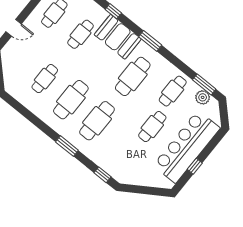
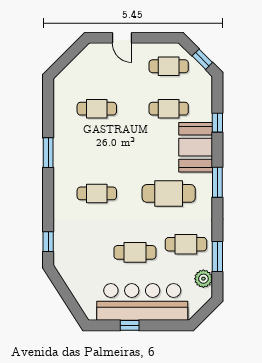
window: (204, 84) -> (217, 257), moved
cafe table: (71, 100) -> (97, 151), removed
cafe table: (97, 121) -> (97, 193), width x0.73, depth x0.74
window: (67, 146) -> (48, 153), moved

